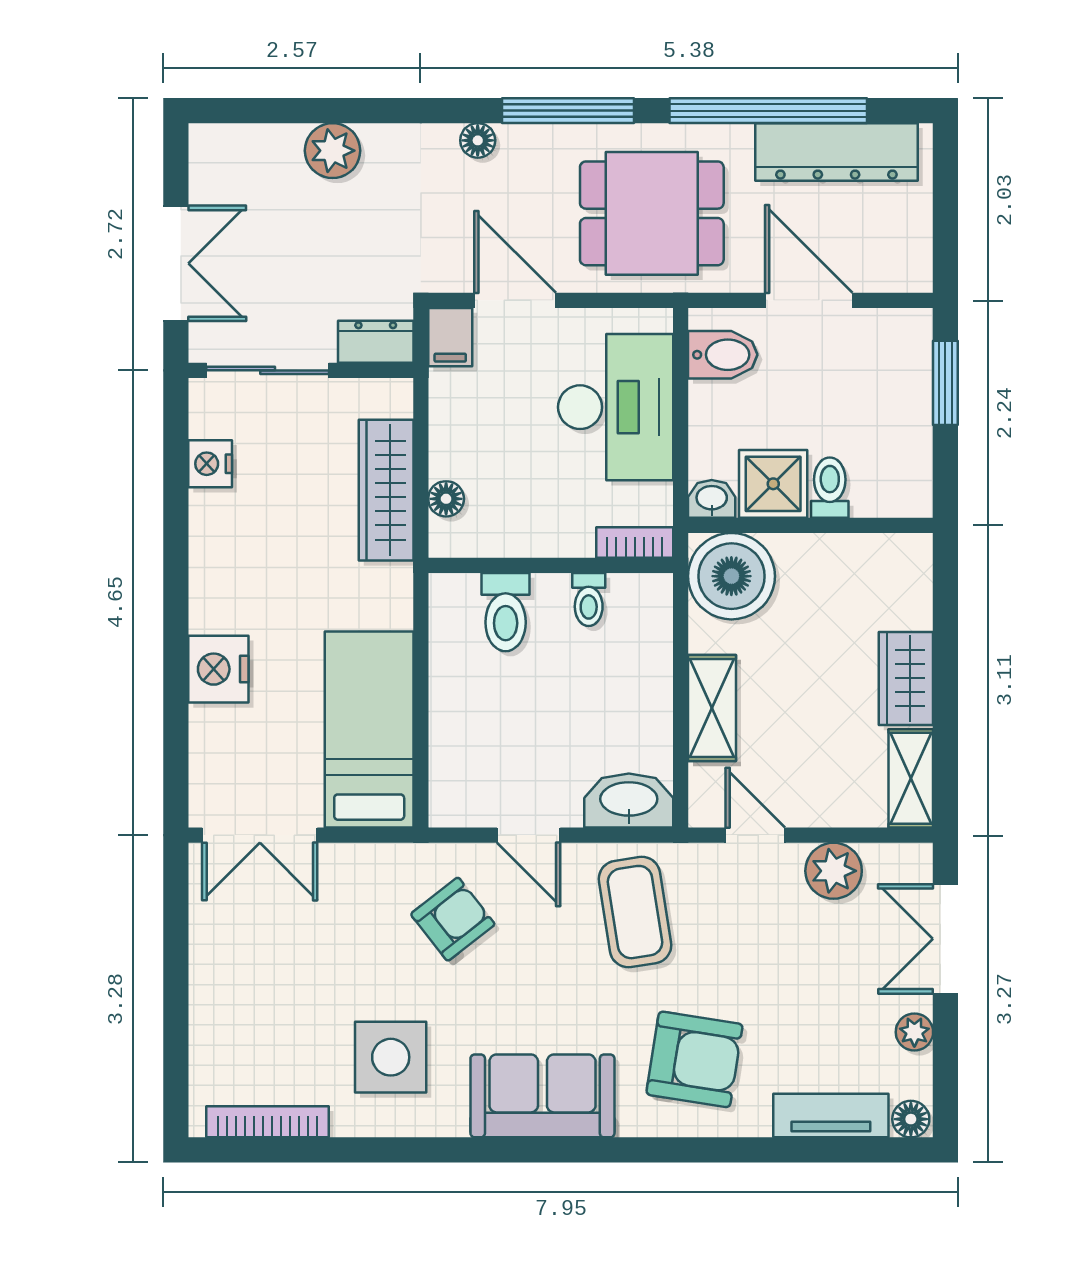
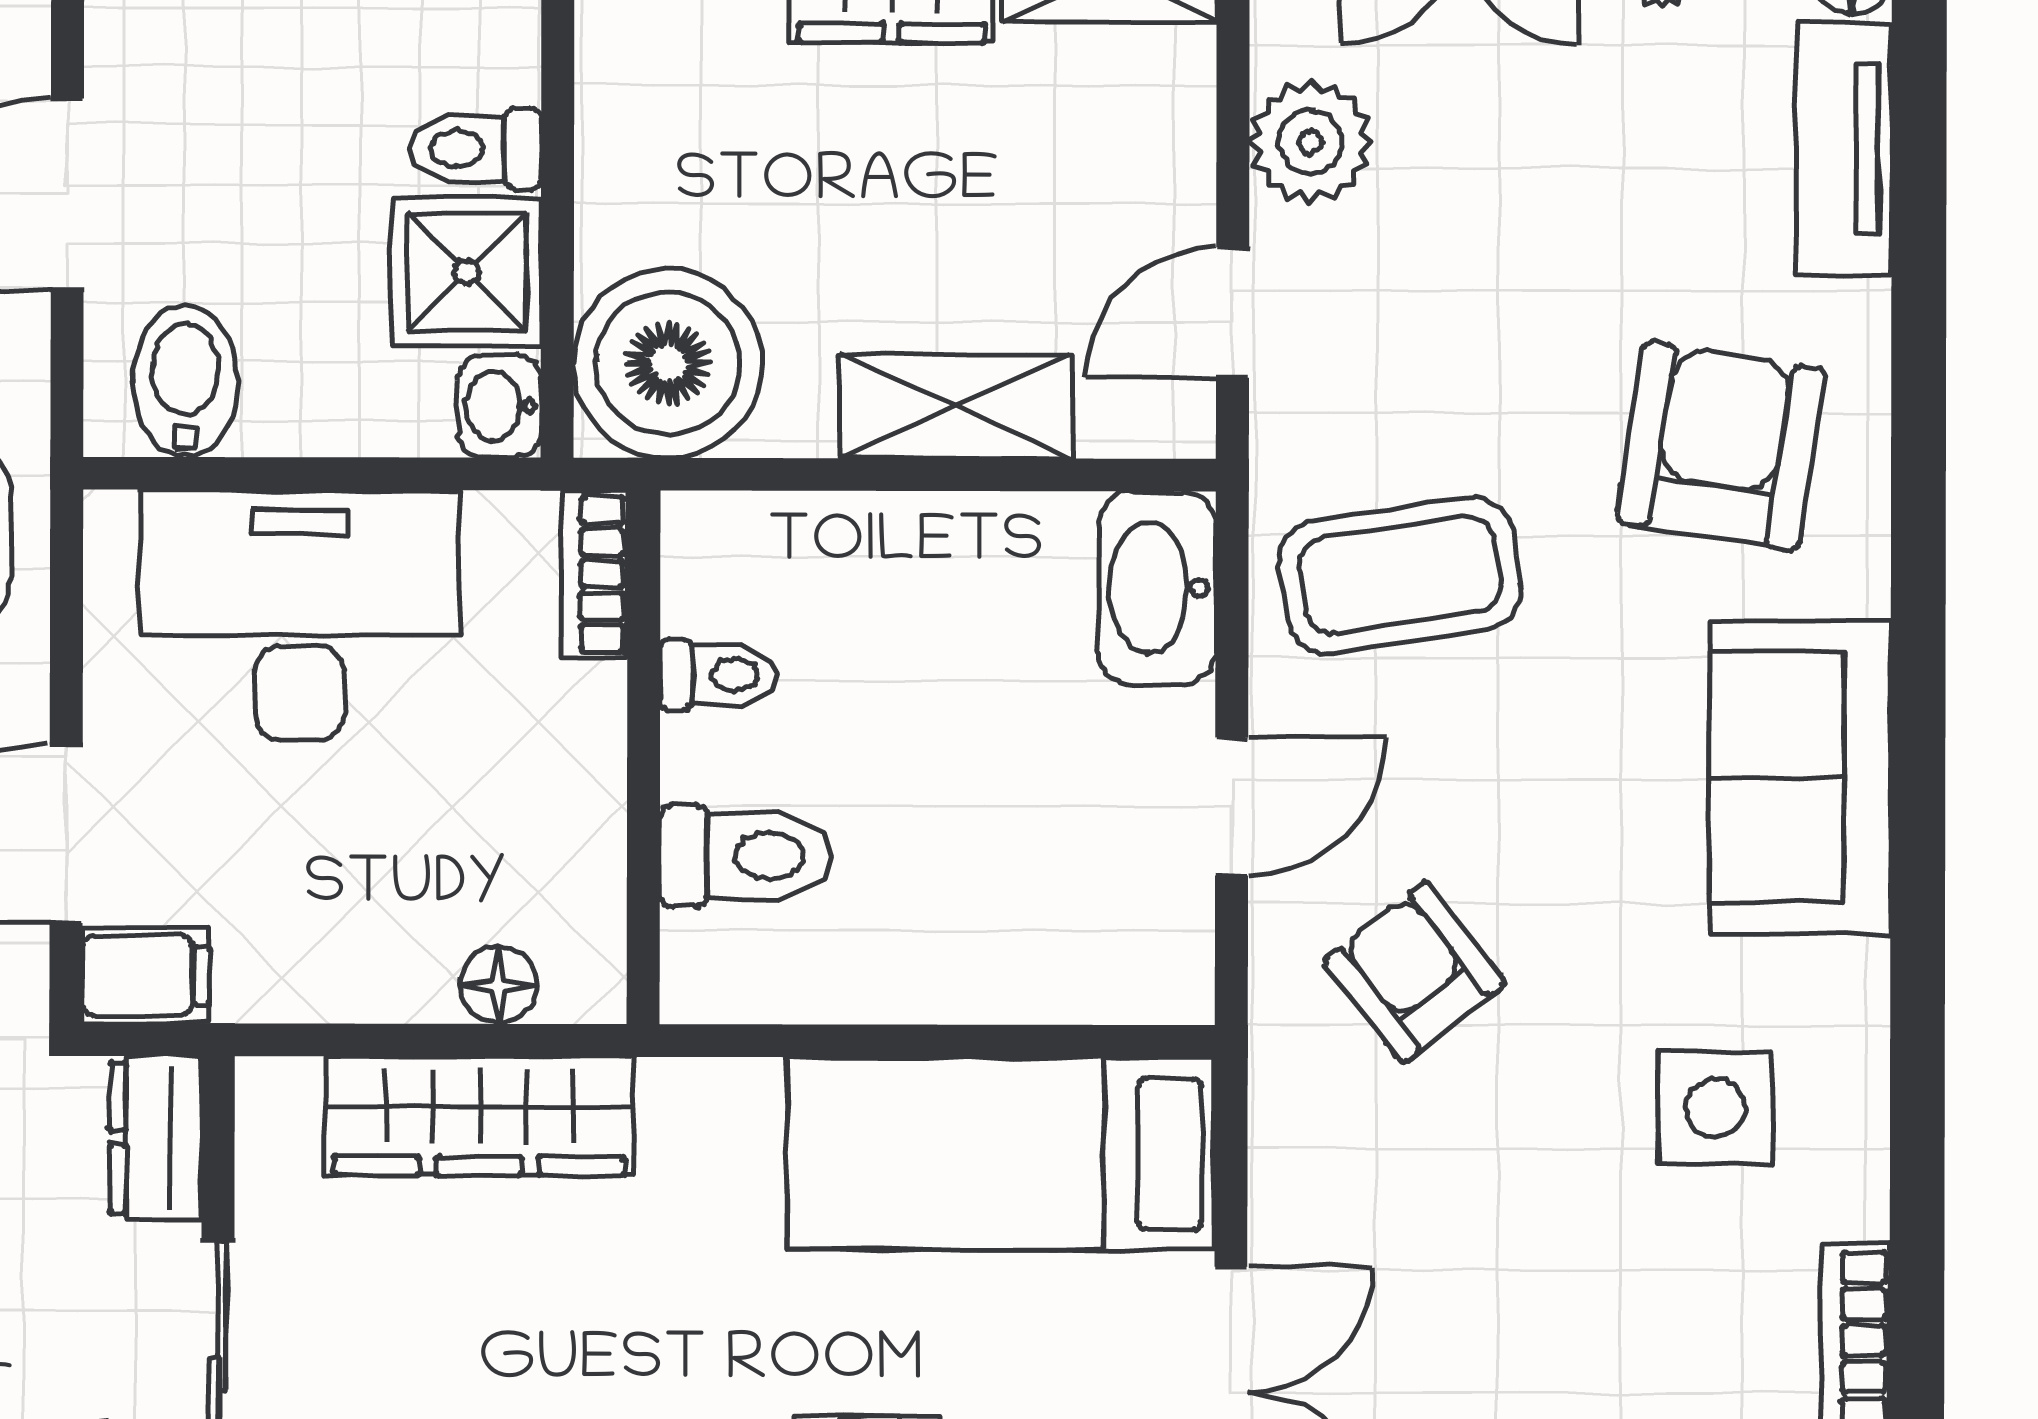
side table: (391, 1057) -> (1715, 1108), width x0.73, depth x0.73

